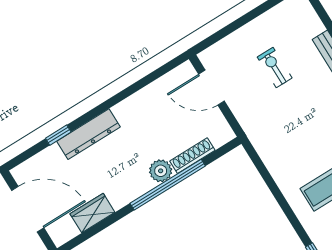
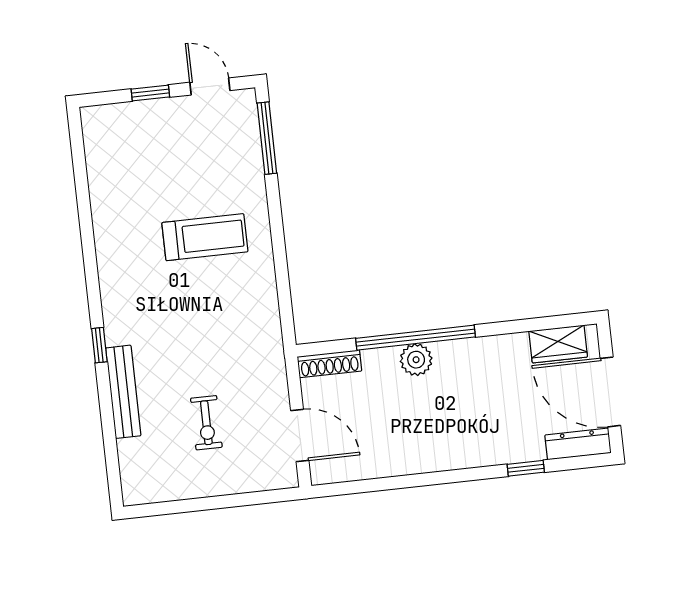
dresser: (89, 134) -> (578, 444), moved, width x0.73, depth x0.80
shoe rack: (192, 156) -> (329, 364), moved
wardrobe: (92, 213) -> (558, 344), moved

